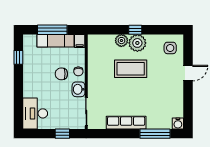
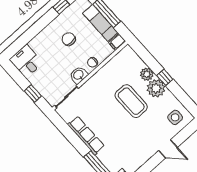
chair: (61, 74) -> (69, 39), moved
desk: (35, 113) -> (26, 61), width x0.73

